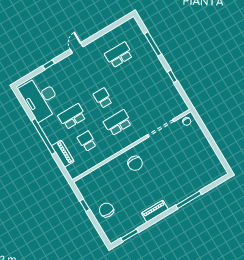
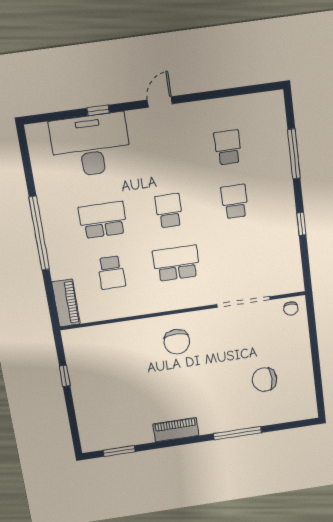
school desk: (119, 55) -> (228, 147), width x0.54
school desk: (134, 80) -> (235, 201), added
desk: (40, 98) -> (90, 145), moved, turned 90
school desk: (87, 141) -> (111, 272), turned 180
piano: (63, 154) -> (66, 303), moved
chair: (106, 210) -> (264, 380), moved, turned -90

